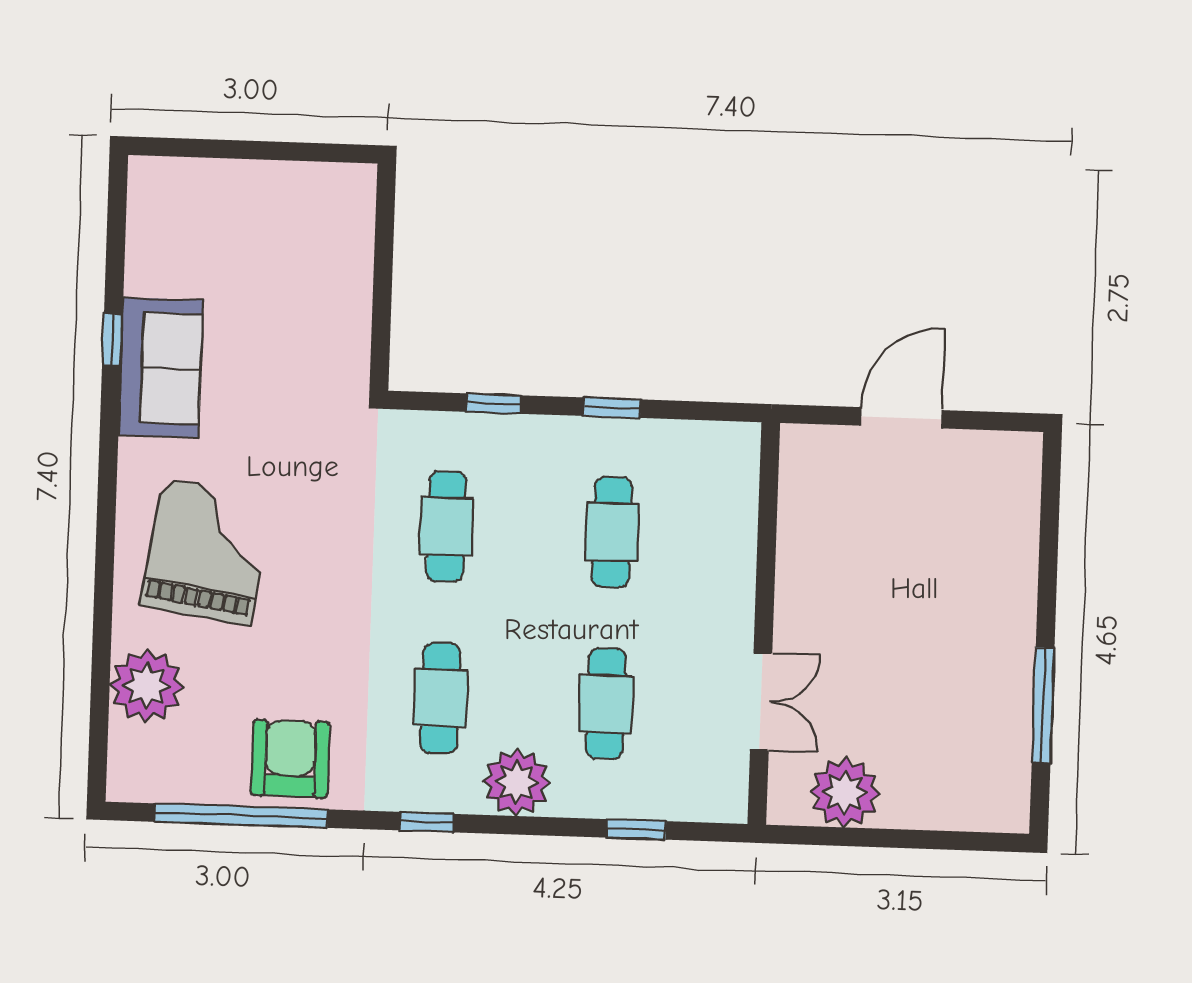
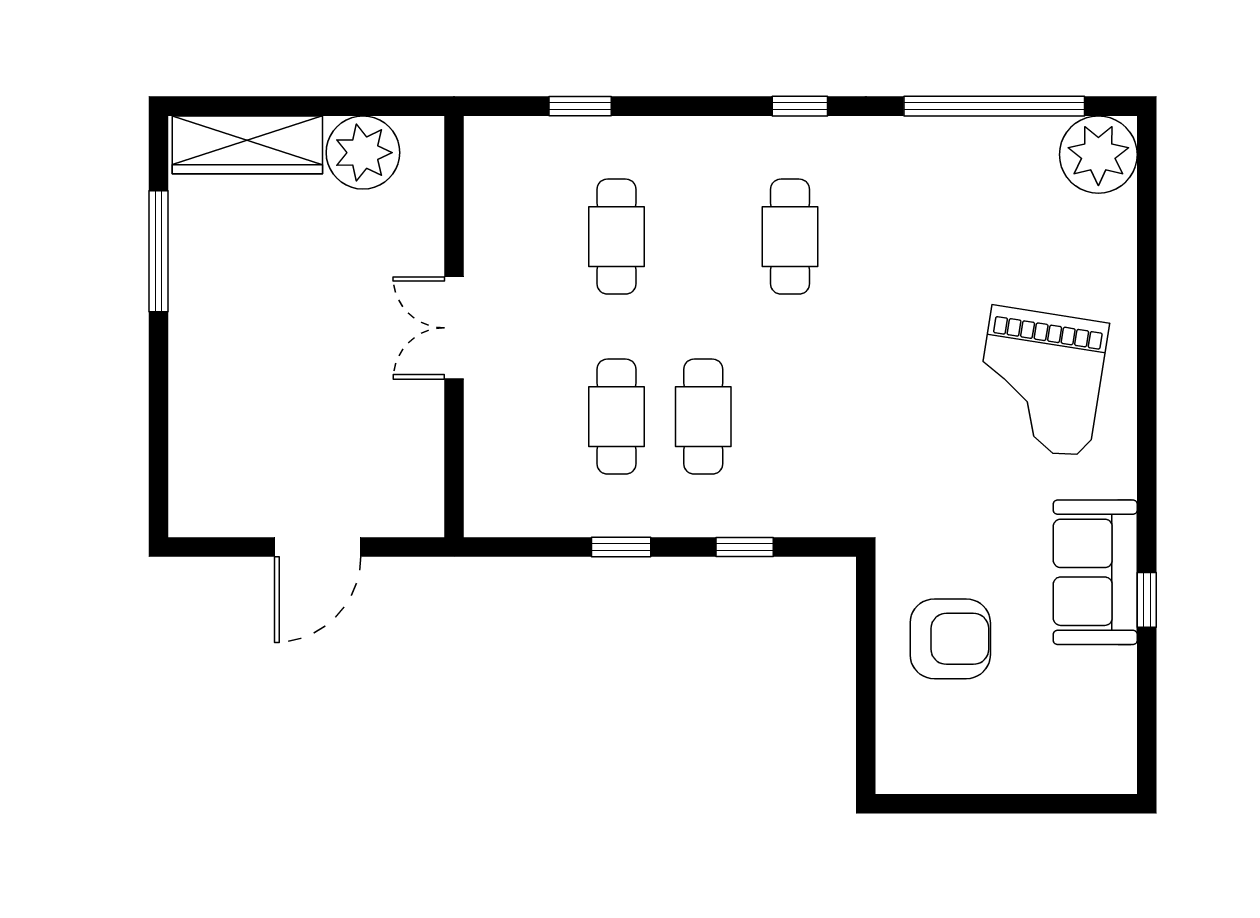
cafe table: (446, 526) -> (703, 417), moved
plant: (147, 686) -> (1098, 155), moved
double door: (761, 702) -> (454, 328), moved
armchair: (290, 759) -> (950, 639), moved, turned -90
plant: (517, 782) -> (707, 151), removed
wardrobe: (955, 804) -> (247, 145), added

